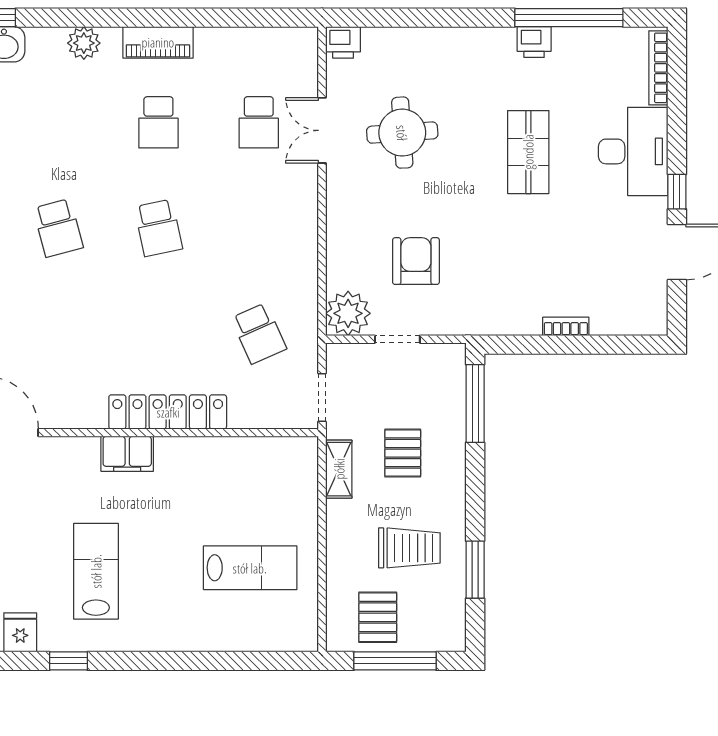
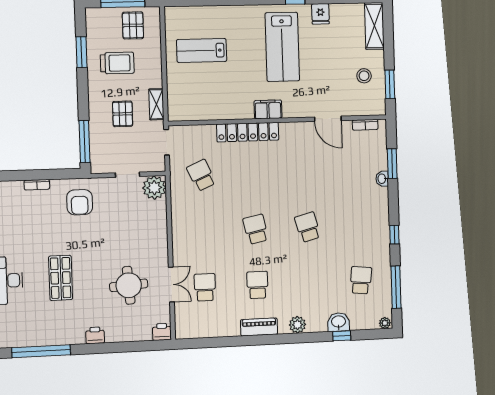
printer: (534, 42) -> (95, 335), moved
armchair: (416, 261) -> (80, 202), moved
trolley: (409, 548) -> (117, 63), turned 180
lab bench: (96, 571) -> (282, 47), width x1.36, depth x1.39

